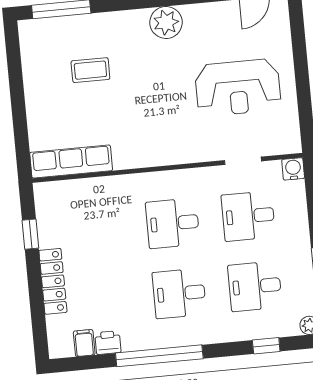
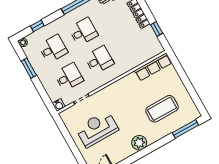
coffee table: (90, 70) -> (162, 109), width x1.86, depth x1.72

